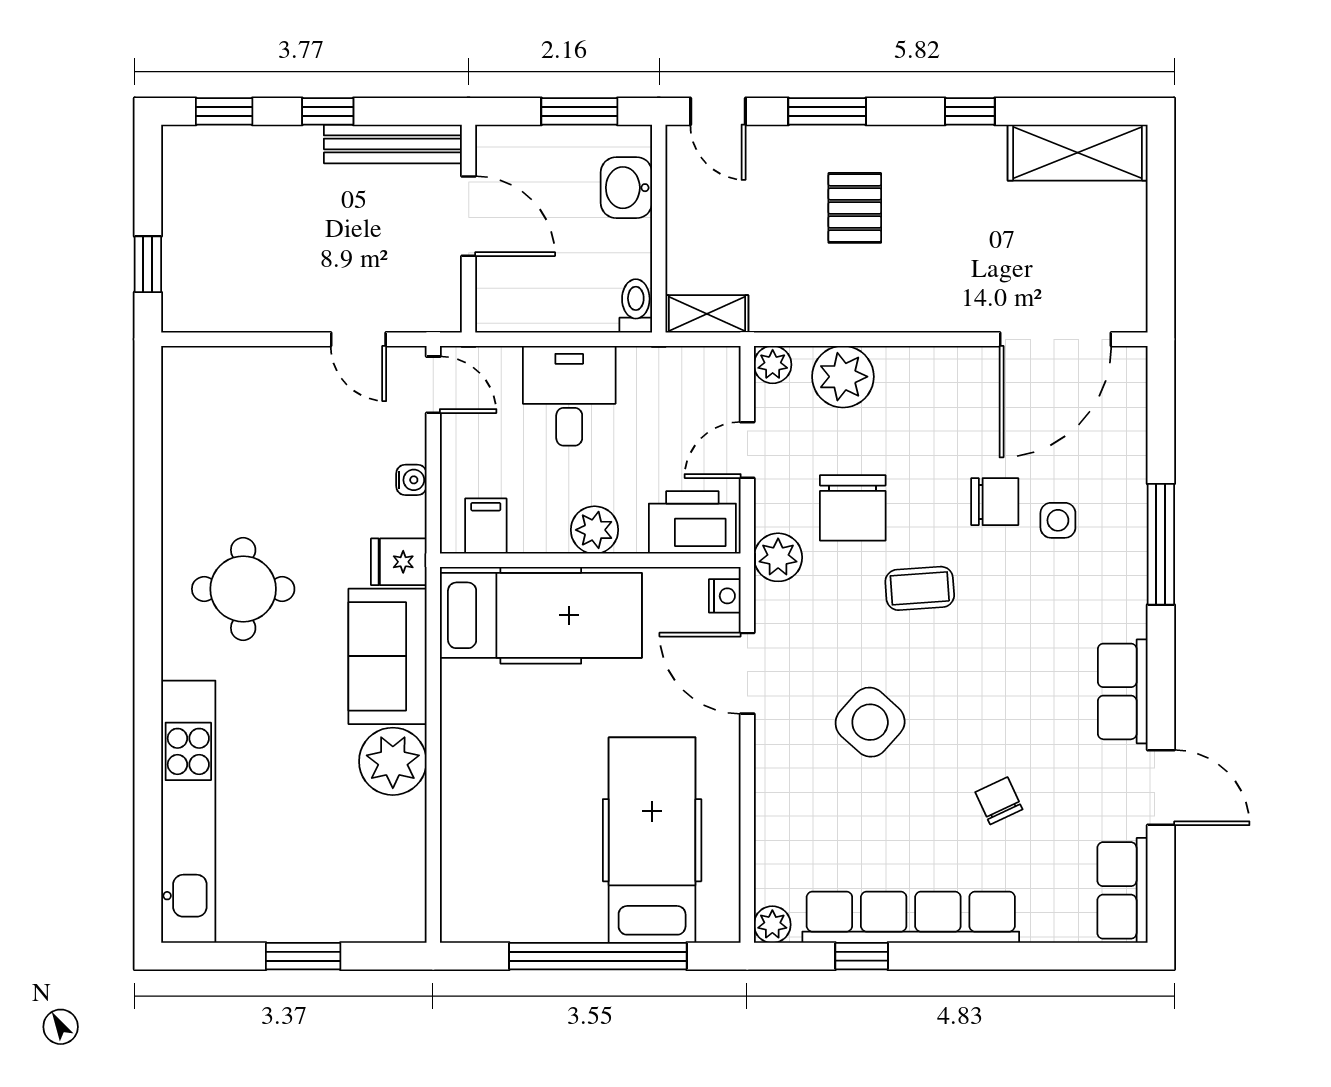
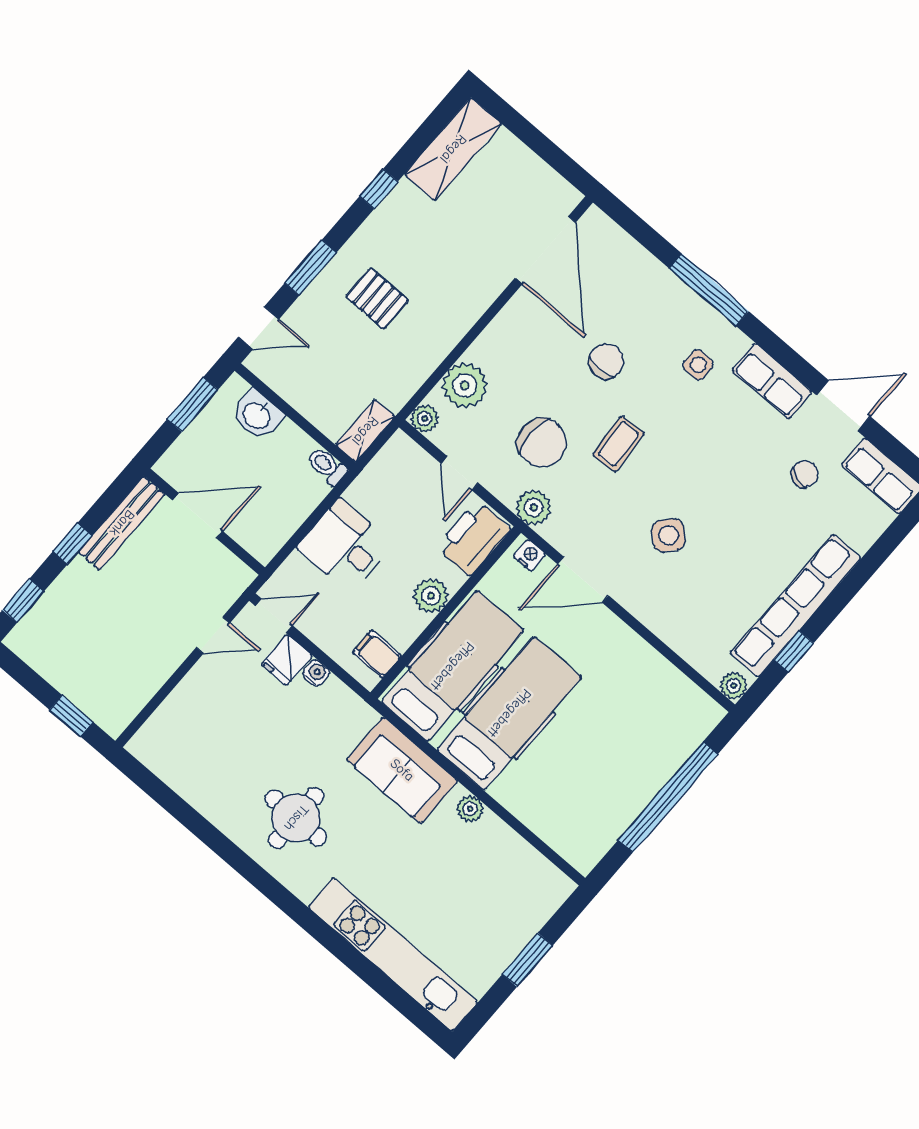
side table: (1058, 520) -> (698, 365), moved
fridge: (399, 562) -> (287, 660), moved
side table: (870, 722) -> (668, 535), width x0.73, depth x0.73
plant: (393, 761) -> (470, 809), width x0.53, depth x0.53
chair: (999, 801) -> (805, 474), moved, turned 132
hospital bed: (652, 840) -> (509, 713), moved, turned 90

